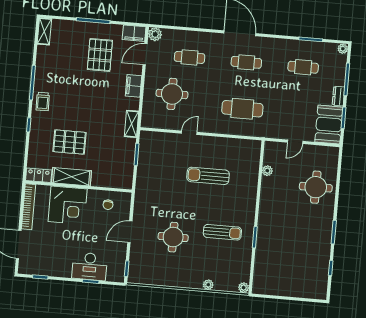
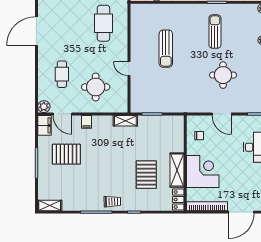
cafe table: (246, 62) -> (62, 23), removed
filing cabinet: (133, 86) -> (87, 122), width x0.50

